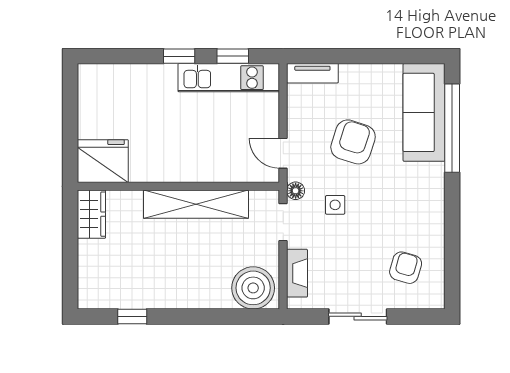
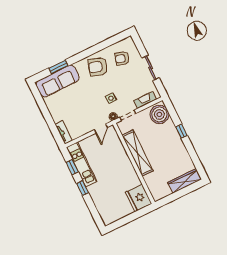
window: (452, 128) -> (58, 67), width x0.47
armchair: (353, 142) -> (98, 67), moved
wardrobe: (91, 214) -> (185, 181), moved, width x1.50
window: (132, 316) -> (181, 131), moved

